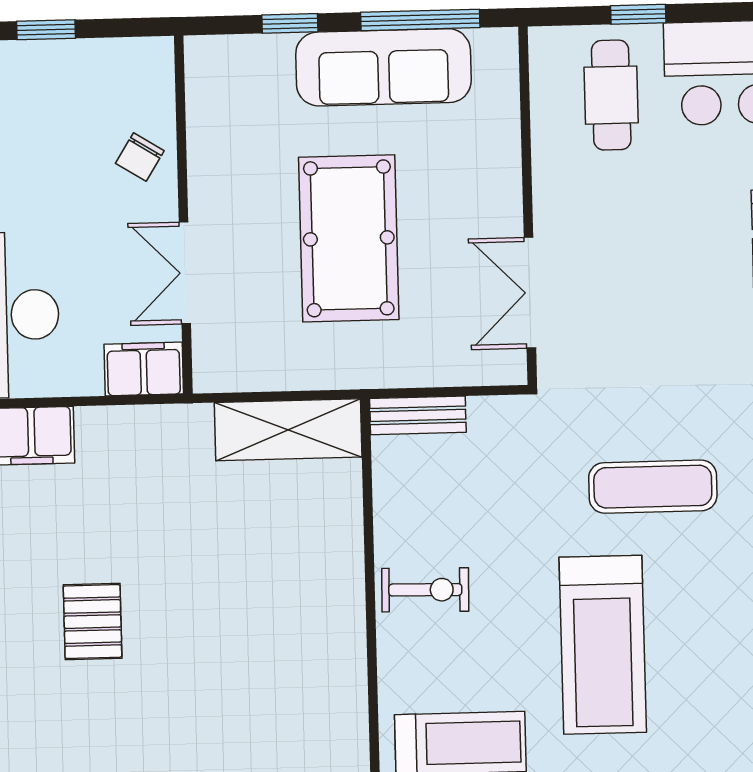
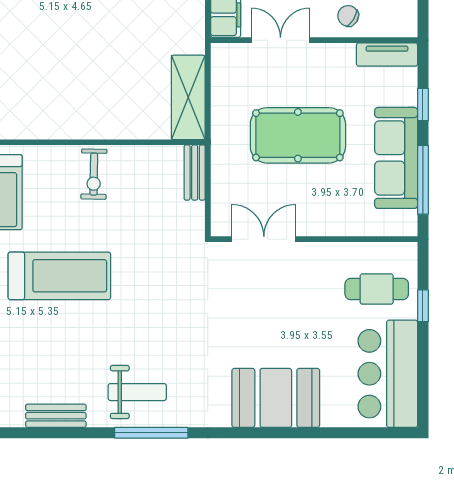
tv unit: (205, 88) -> (387, 54), added
exercise mat: (653, 487) -> (150, 307), removed
treadmill: (603, 645) -> (59, 276), turned 180

